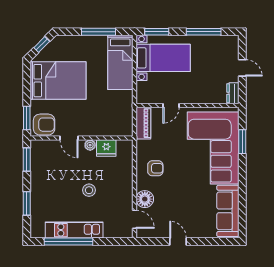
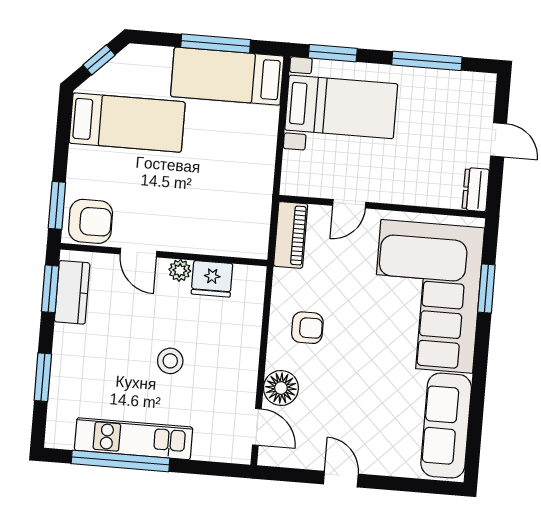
bed: (120, 62) -> (227, 76), moved, turned 90
bed: (58, 81) -> (127, 123), width x0.67
kitchen counter: (38, 160) -> (72, 292), added

